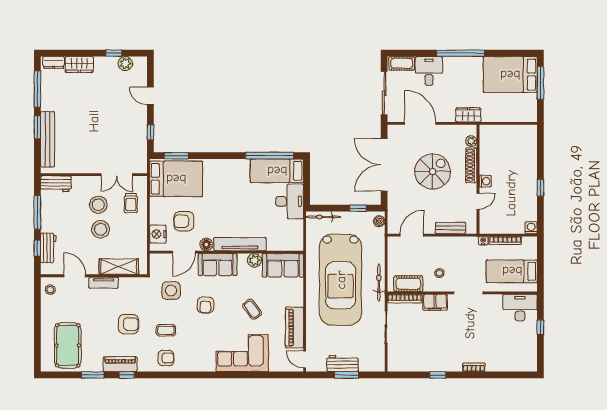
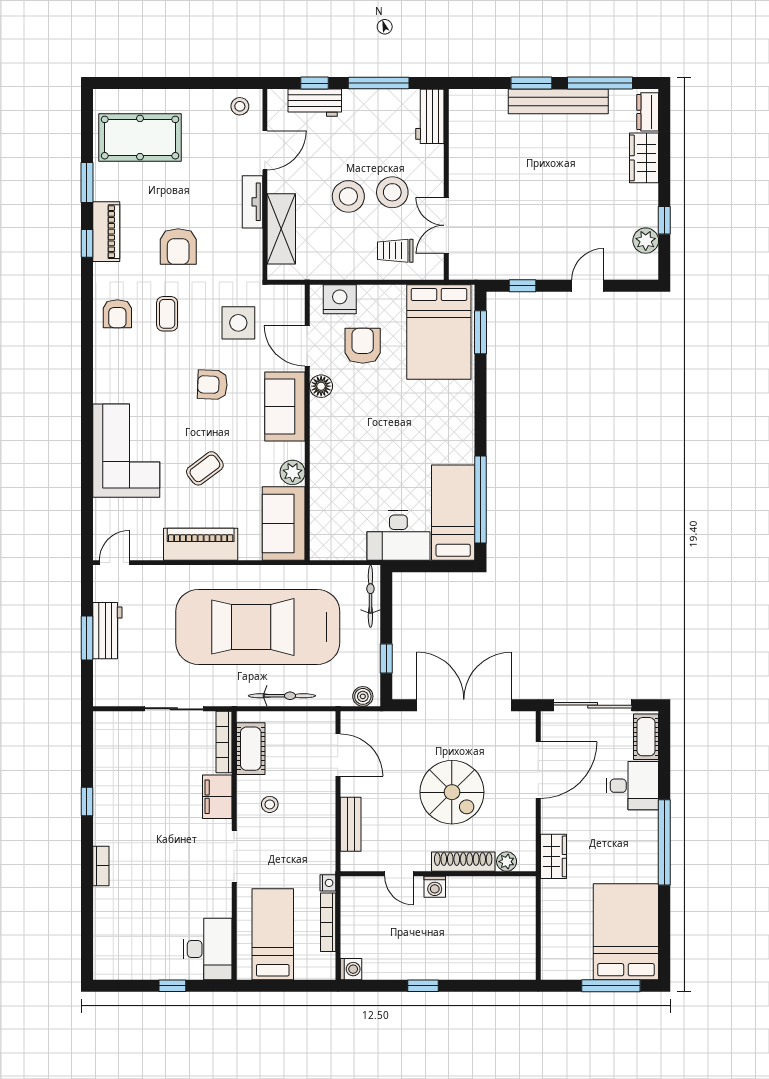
bench: (48, 139) -> (558, 101), moved
tv unit: (240, 244) -> (322, 446), removed
bicycle: (379, 282) -> (282, 696), moved
piano: (294, 328) -> (201, 544), moved

